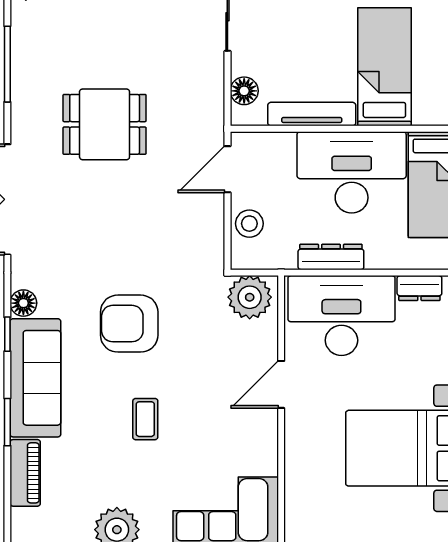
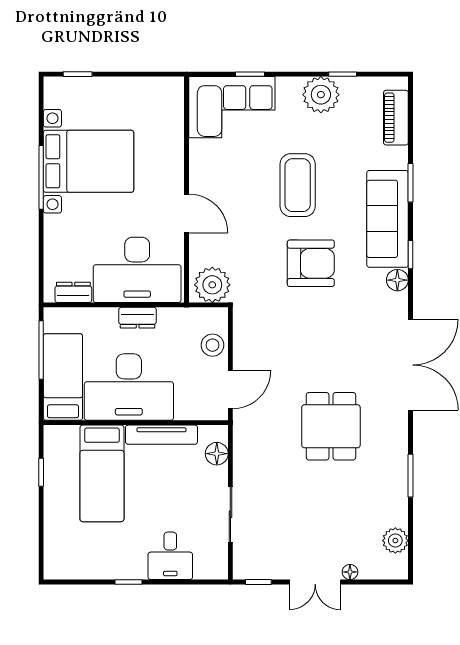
window: (7, 64) -> (410, 476), width x0.69
dining table: (105, 124) -> (331, 426), turned 90
dresser: (331, 257) -> (138, 318), width x0.70
door: (281, 384) -> (187, 213), hinge flipped
coffee table: (145, 419) -> (298, 185), width x1.86, depth x1.72
piano: (25, 473) -> (396, 118), moved

